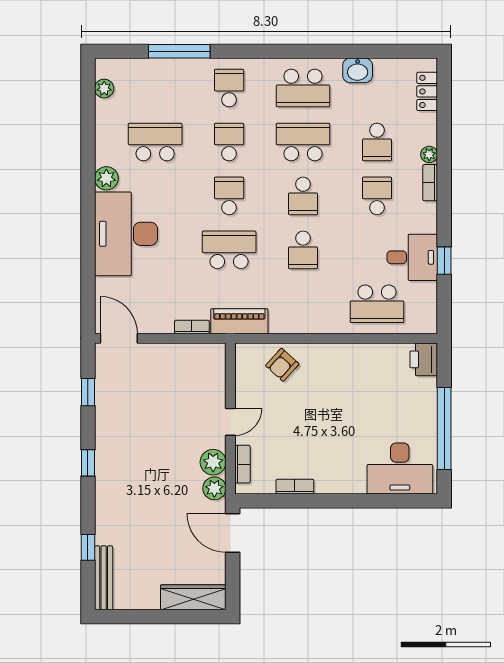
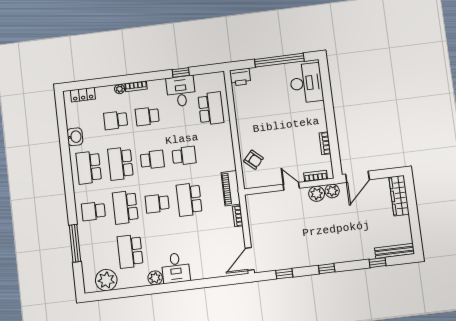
school desk: (303, 88) -> (89, 167), turned 180
plant: (104, 89) -> (106, 280), width x1.87, depth x1.87
school desk: (229, 142) -> (125, 207), width x1.85
school desk: (377, 142) -> (116, 120), turned 180
desk: (126, 234) -> (176, 268), width x0.53, depth x0.77

